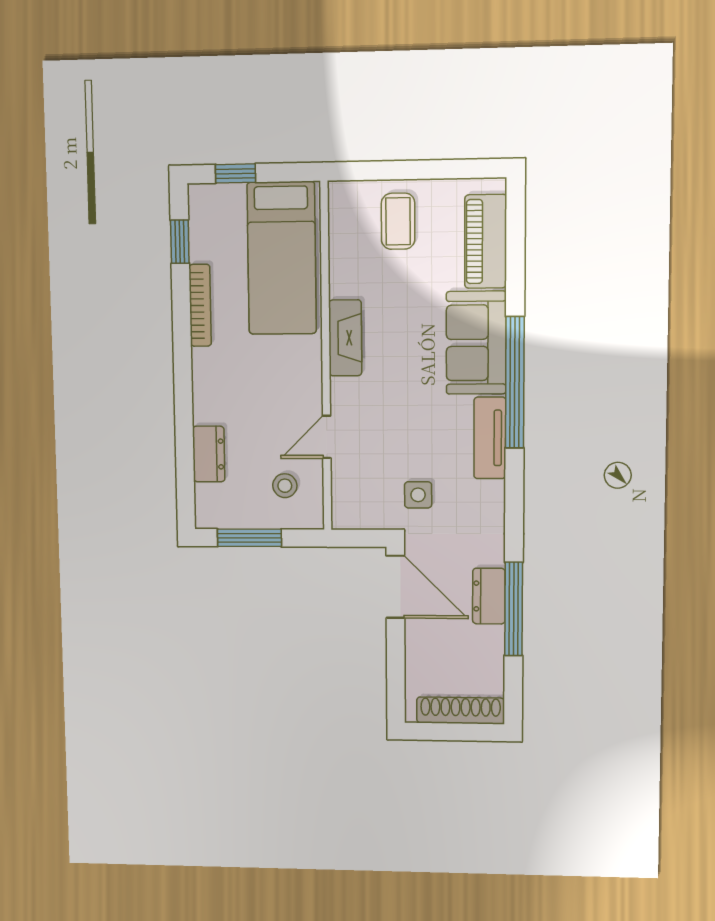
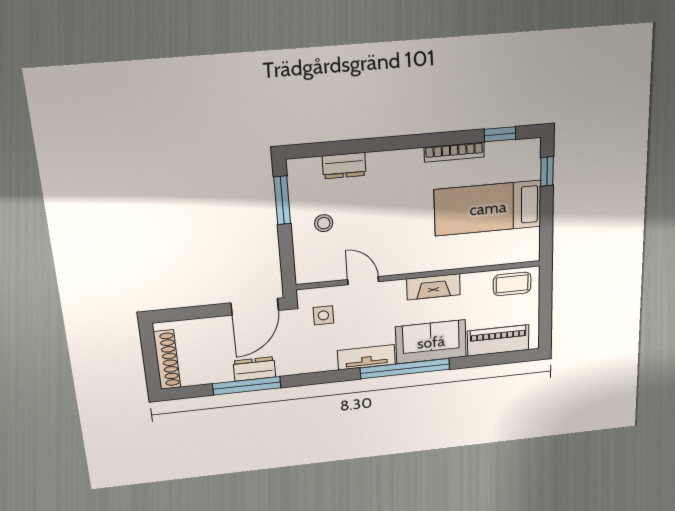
fireplace: (345, 338) -> (433, 287), moved
wall: (326, 358) -> (419, 275), moved
door: (327, 437) -> (363, 281), moved

